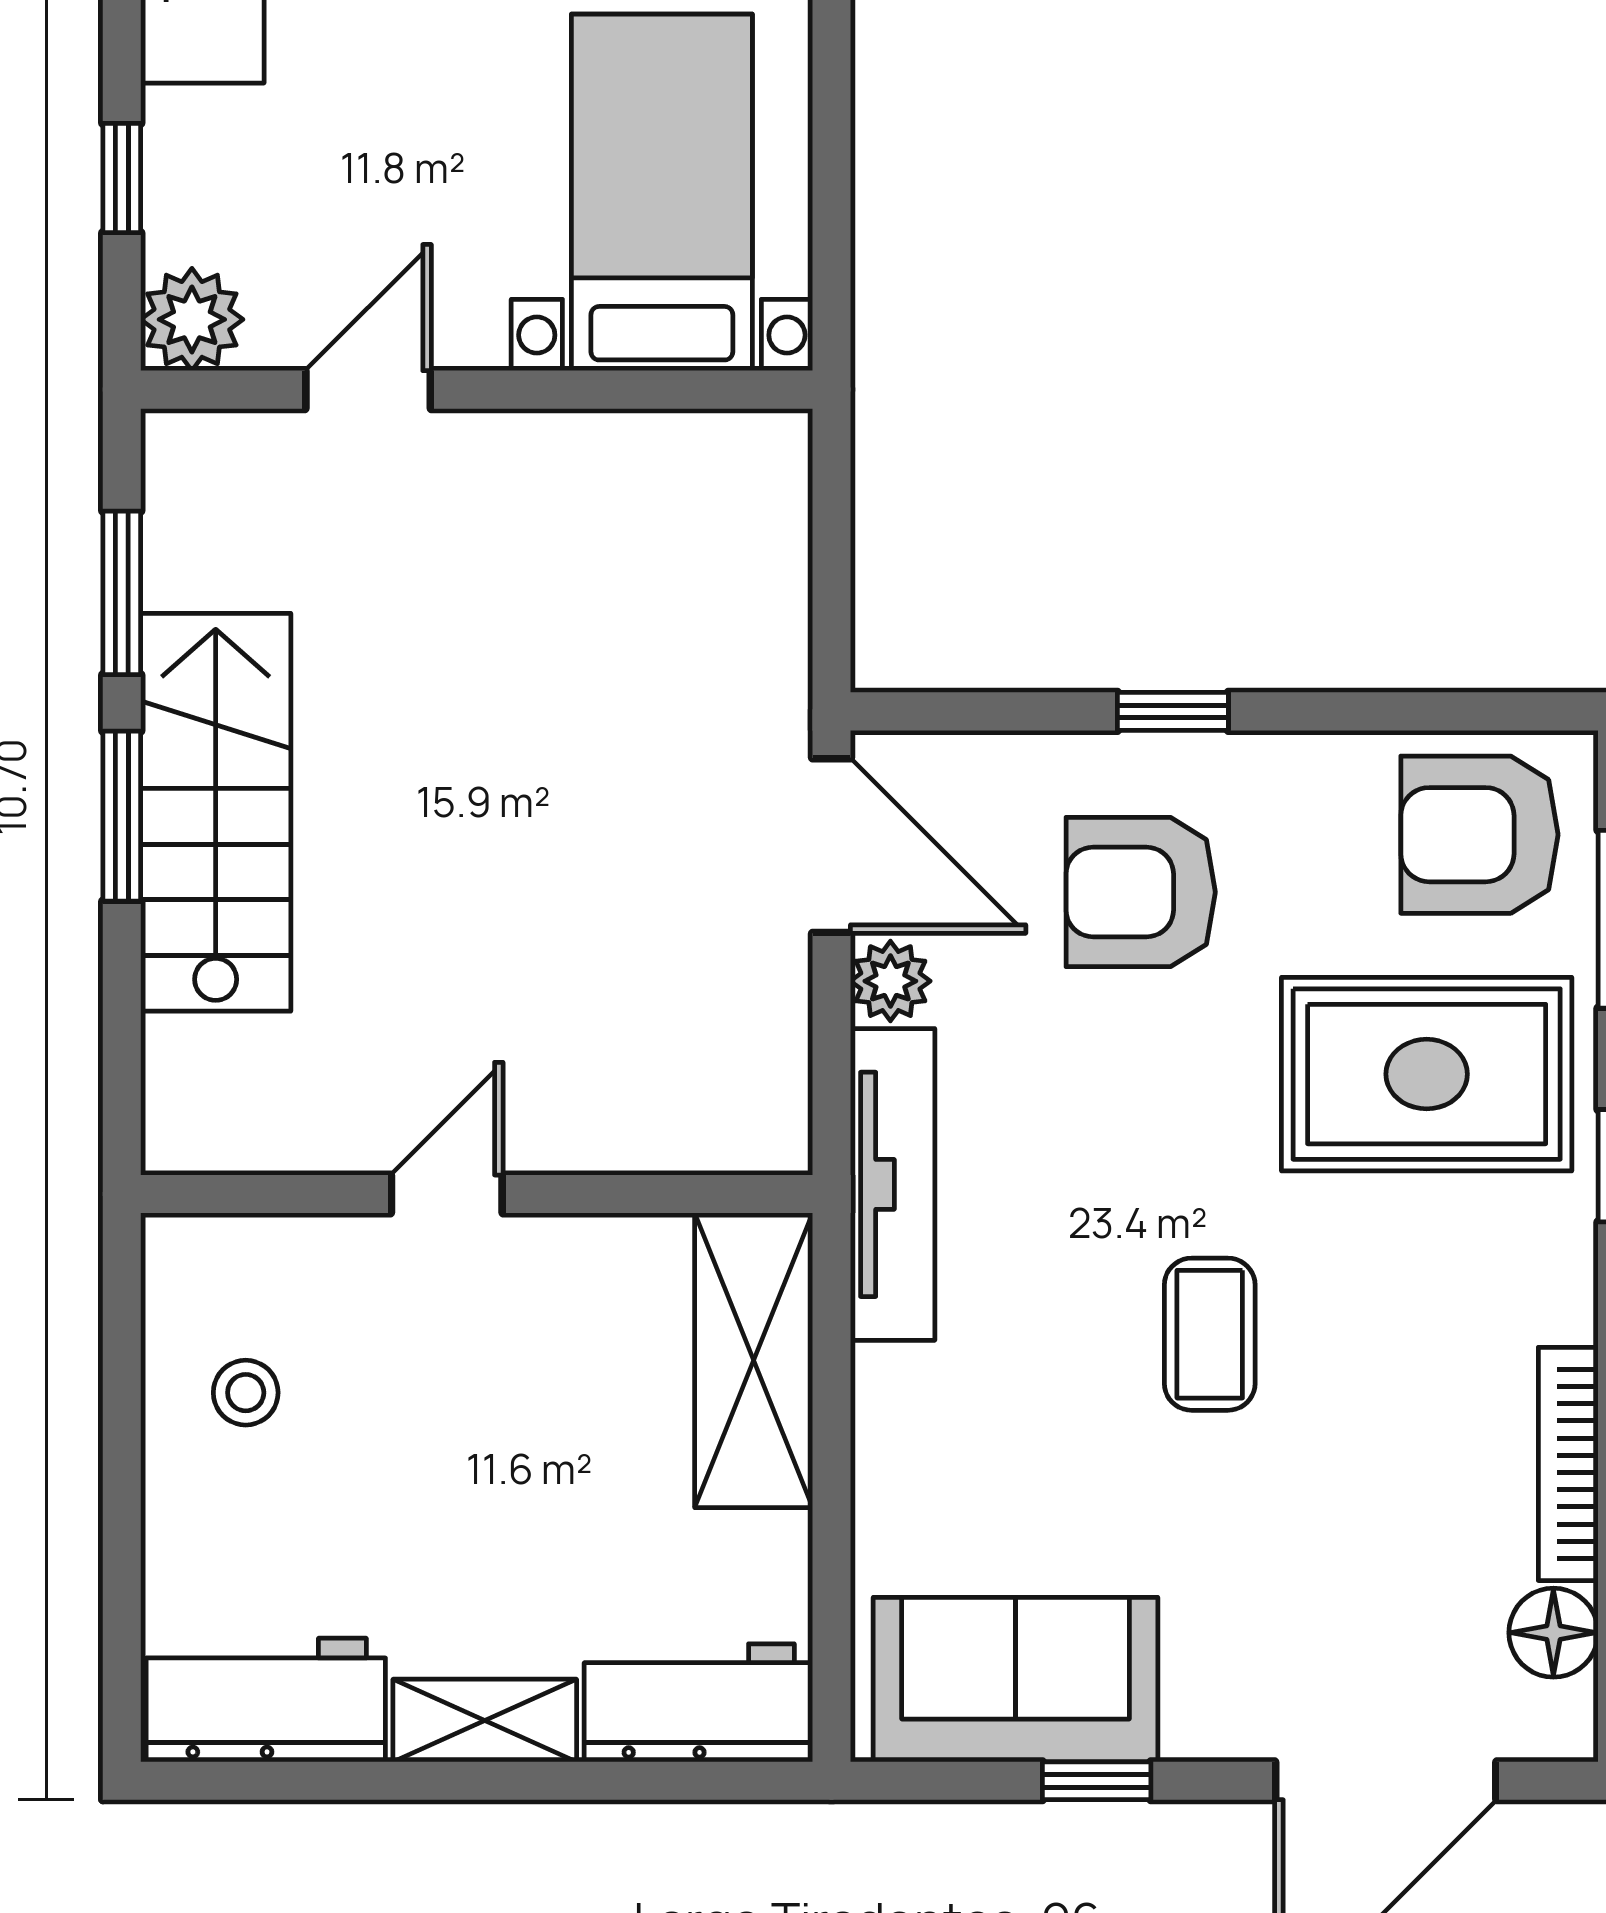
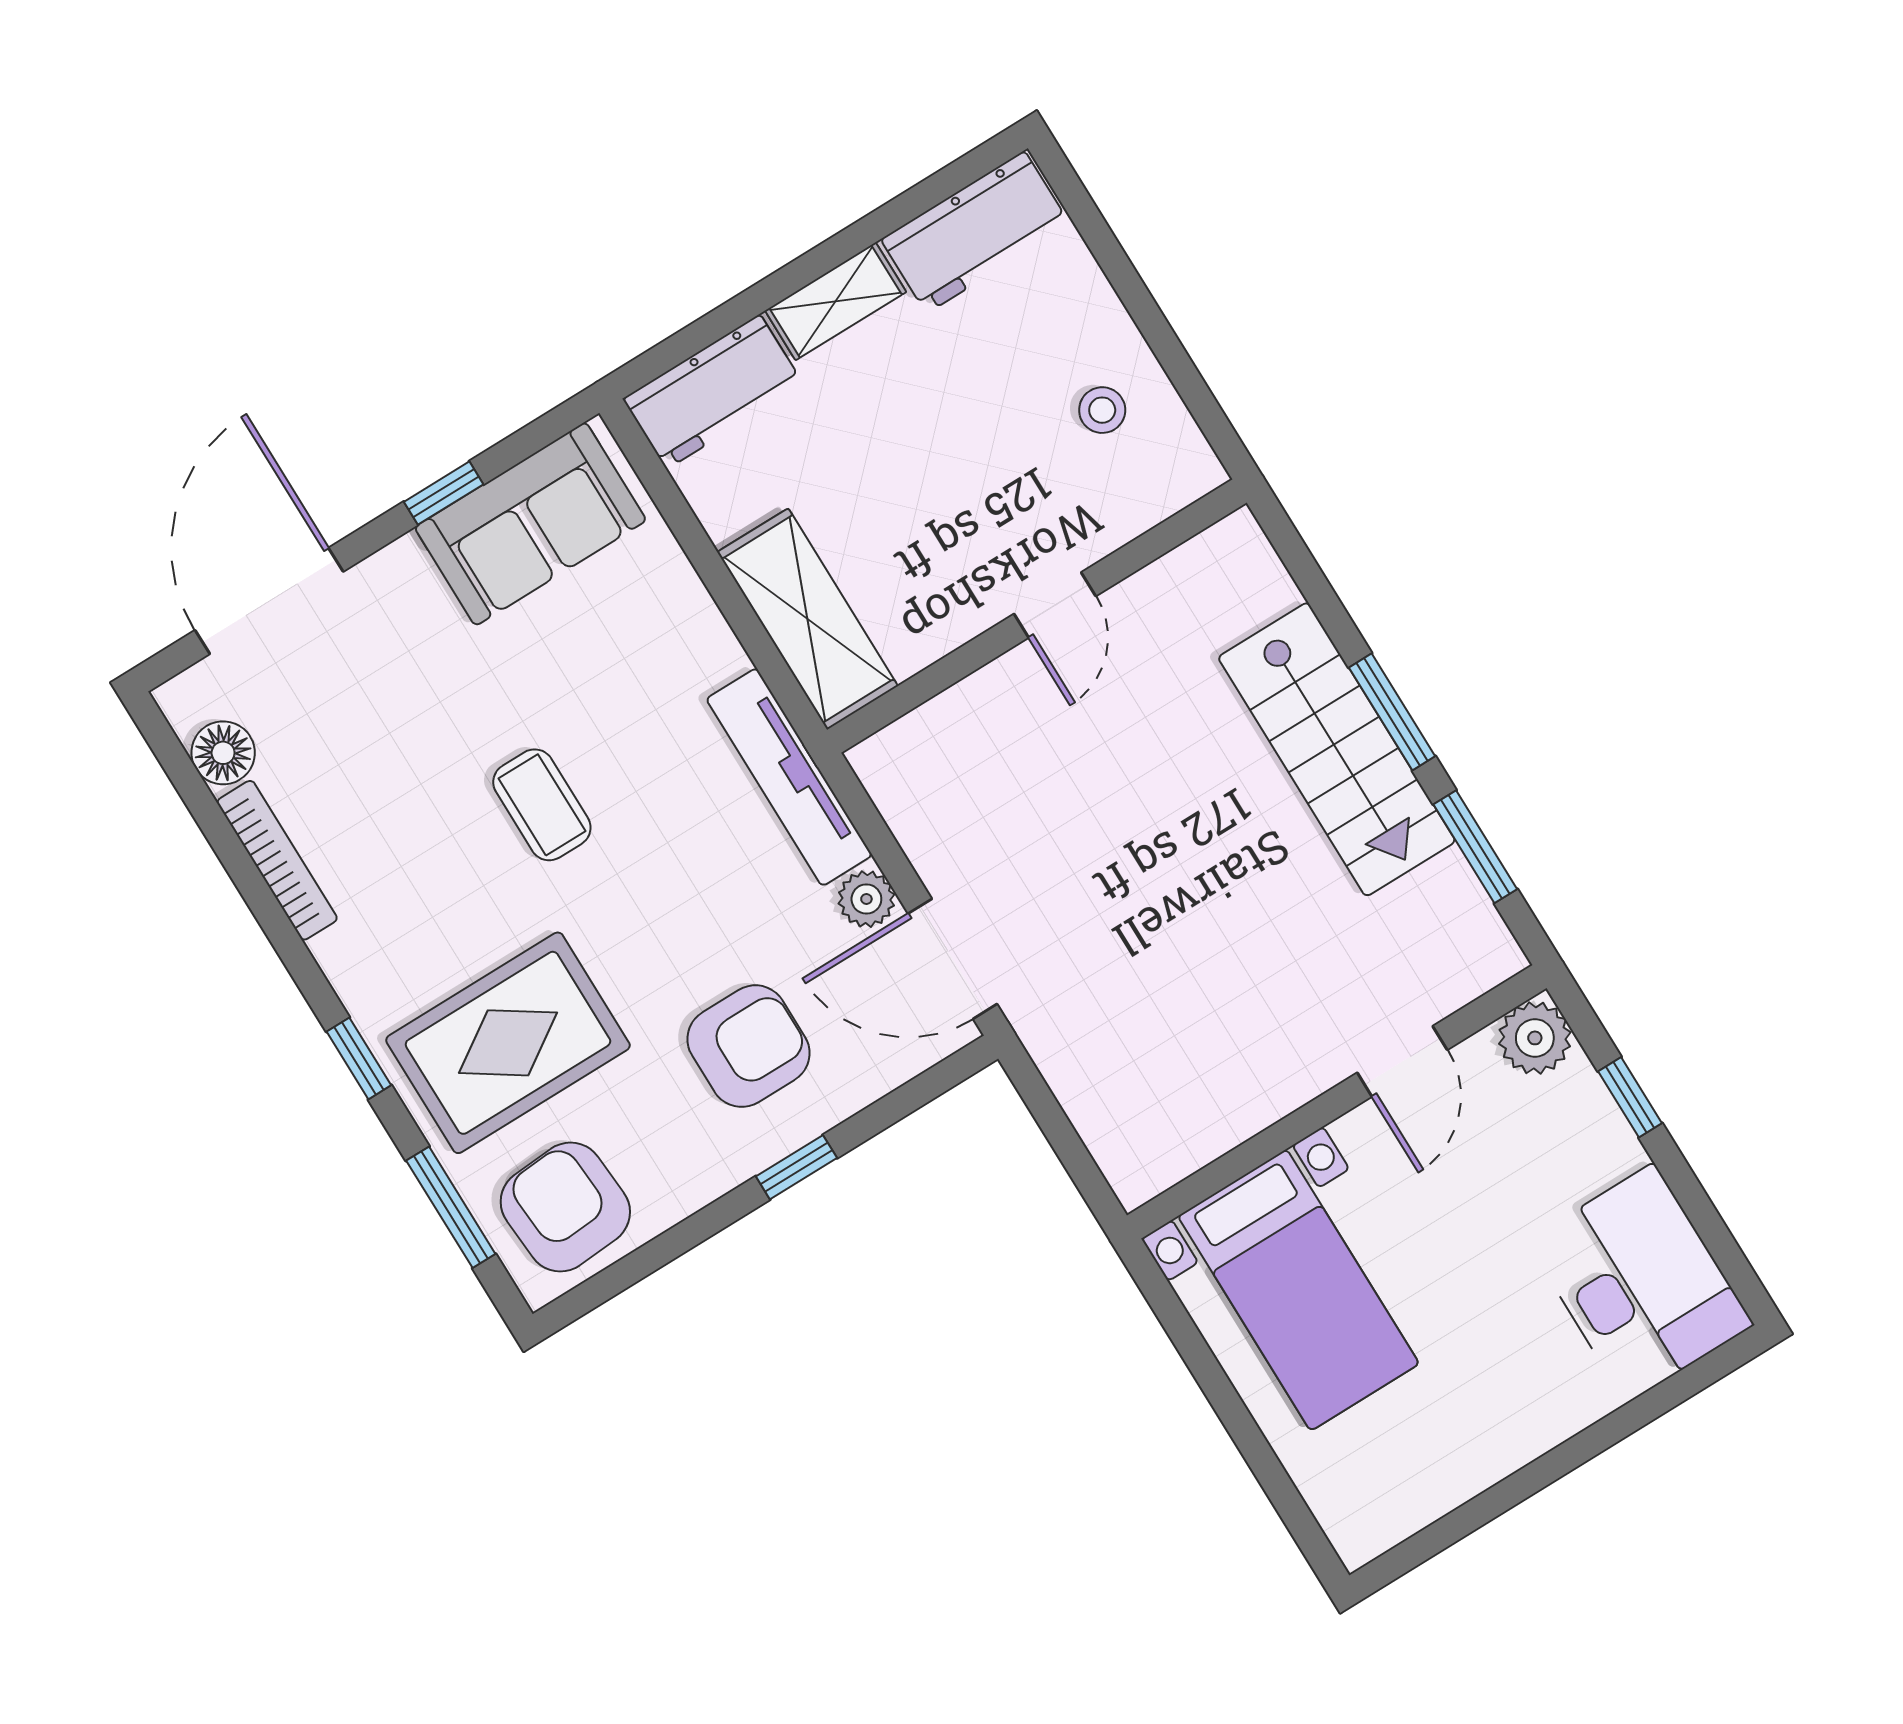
armchair: (1479, 835) -> (565, 1207), turned -94

